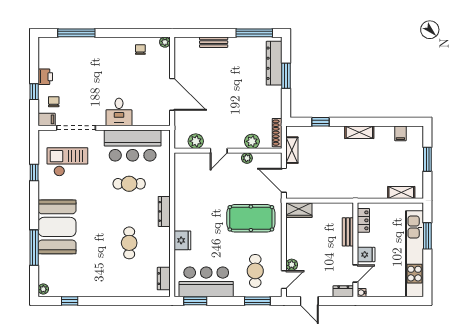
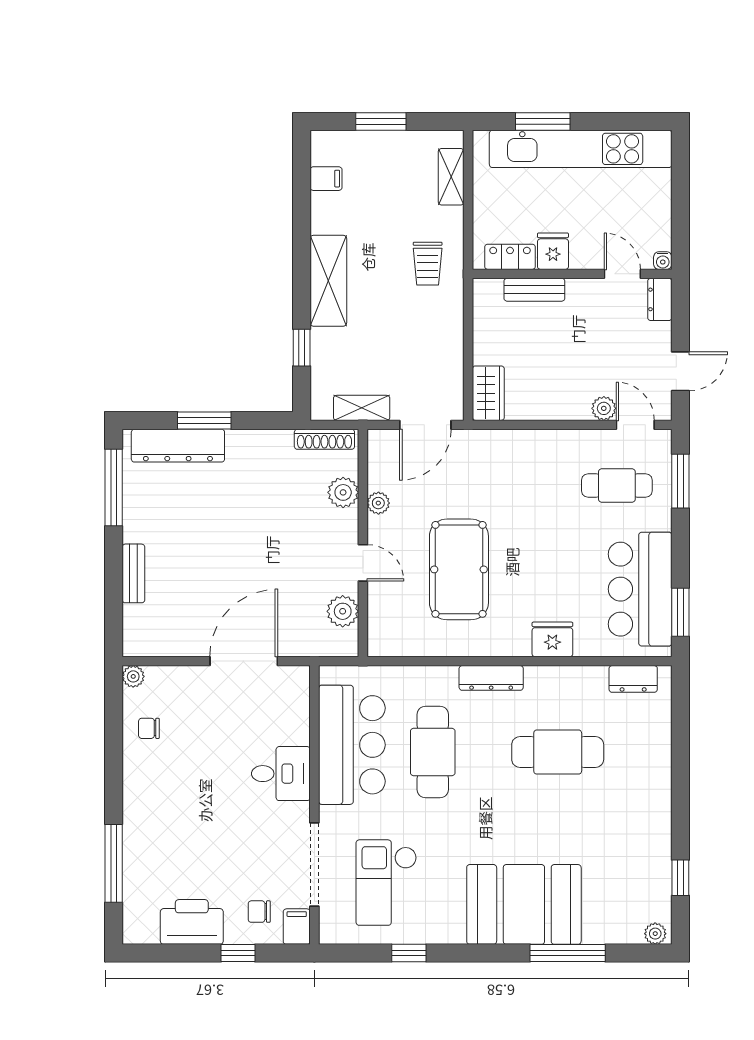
printer: (45, 77) -> (192, 922), width x1.87, depth x1.48
shelving: (359, 132) -> (328, 281), width x1.50, depth x1.33
trolley: (360, 181) -> (428, 264), added
cafe table: (129, 184) -> (433, 752), width x1.37, depth x1.35
pool table: (251, 218) -> (459, 569), moved
cafe table: (129, 243) -> (558, 752), width x1.37, depth x1.35
fridge: (366, 255) -> (553, 251), moved

